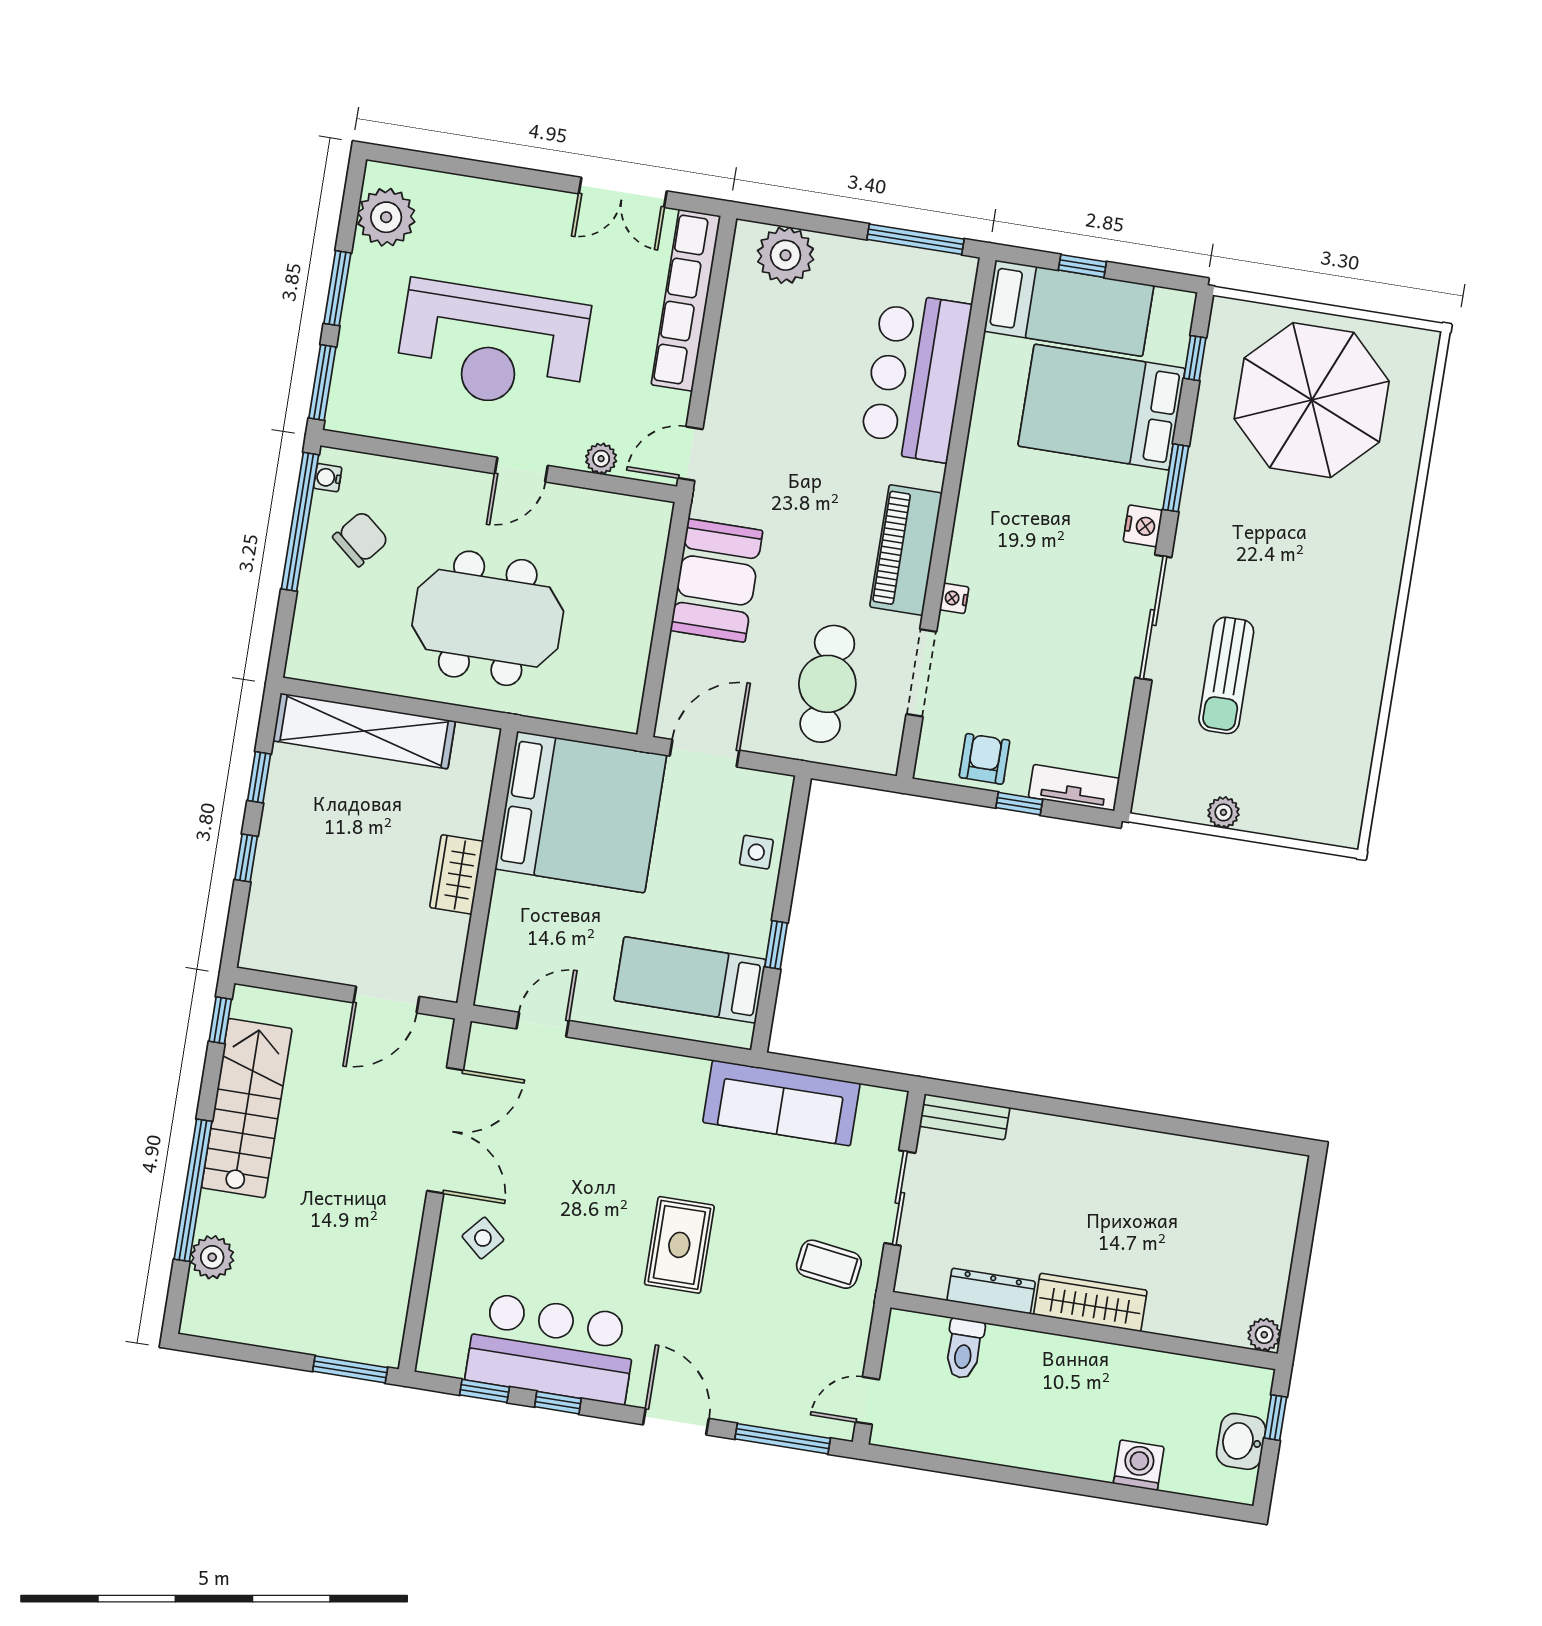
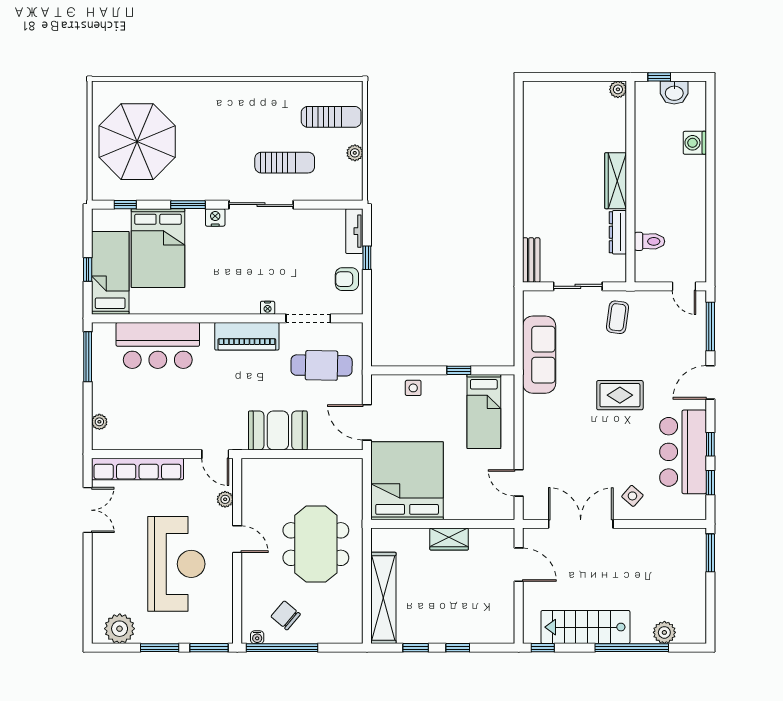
plant: (786, 255) -> (99, 422), width x0.53, depth x0.53
sun lounger: (1299, 778) -> (331, 117), added

